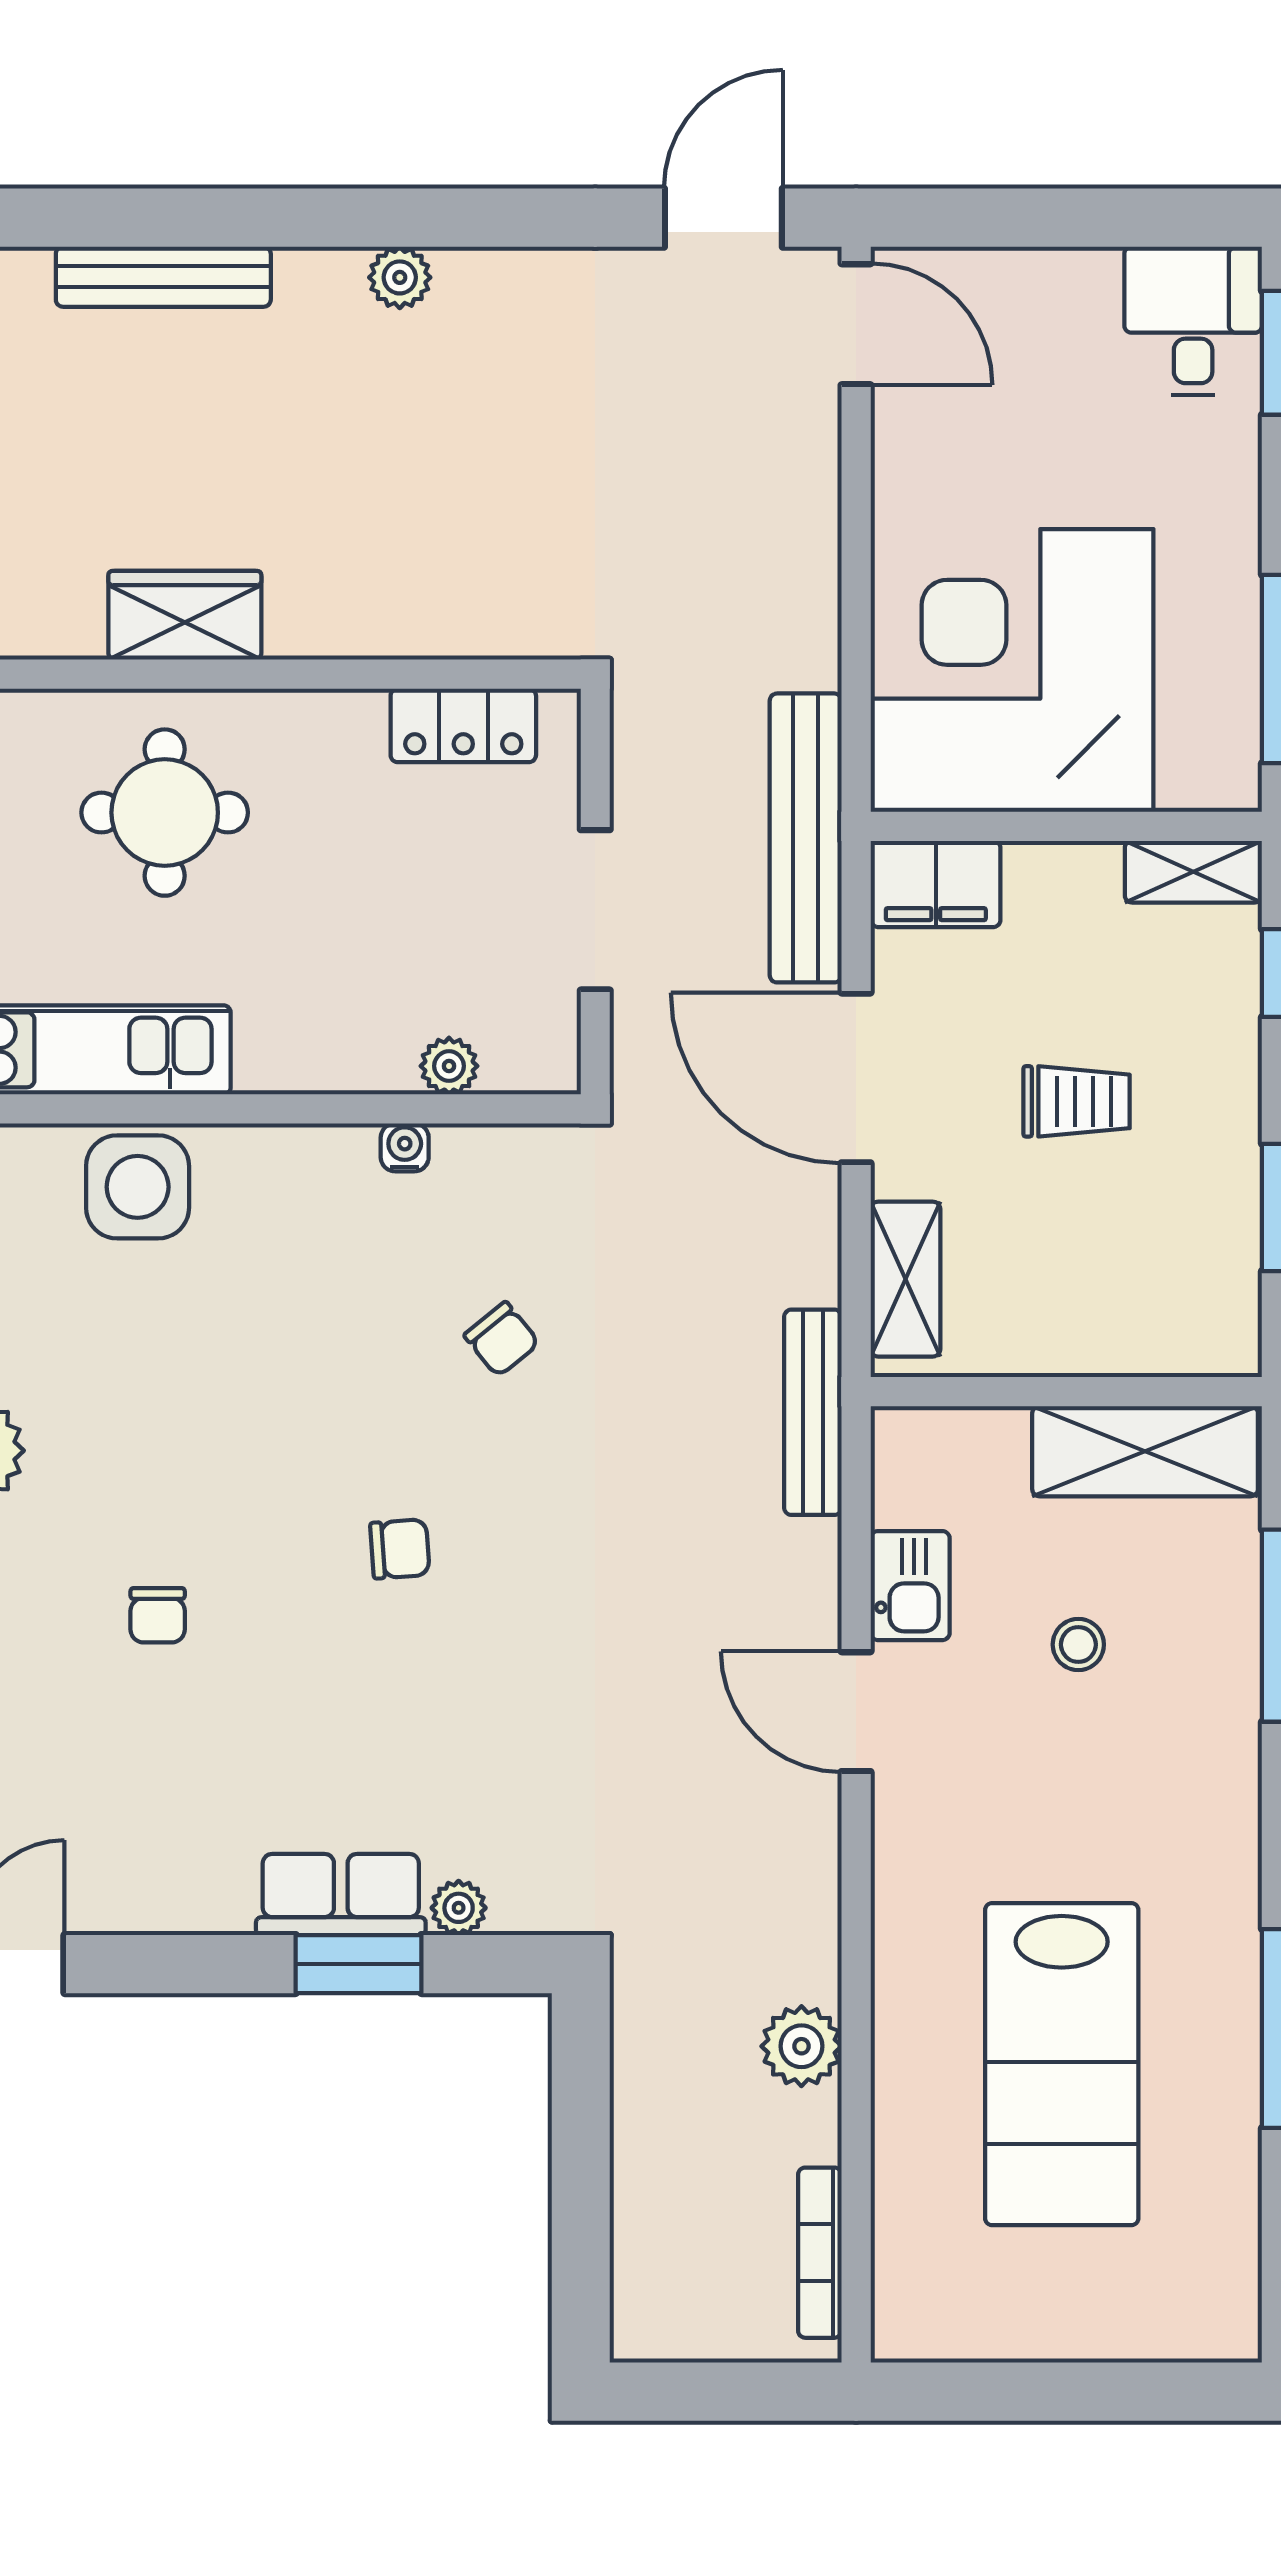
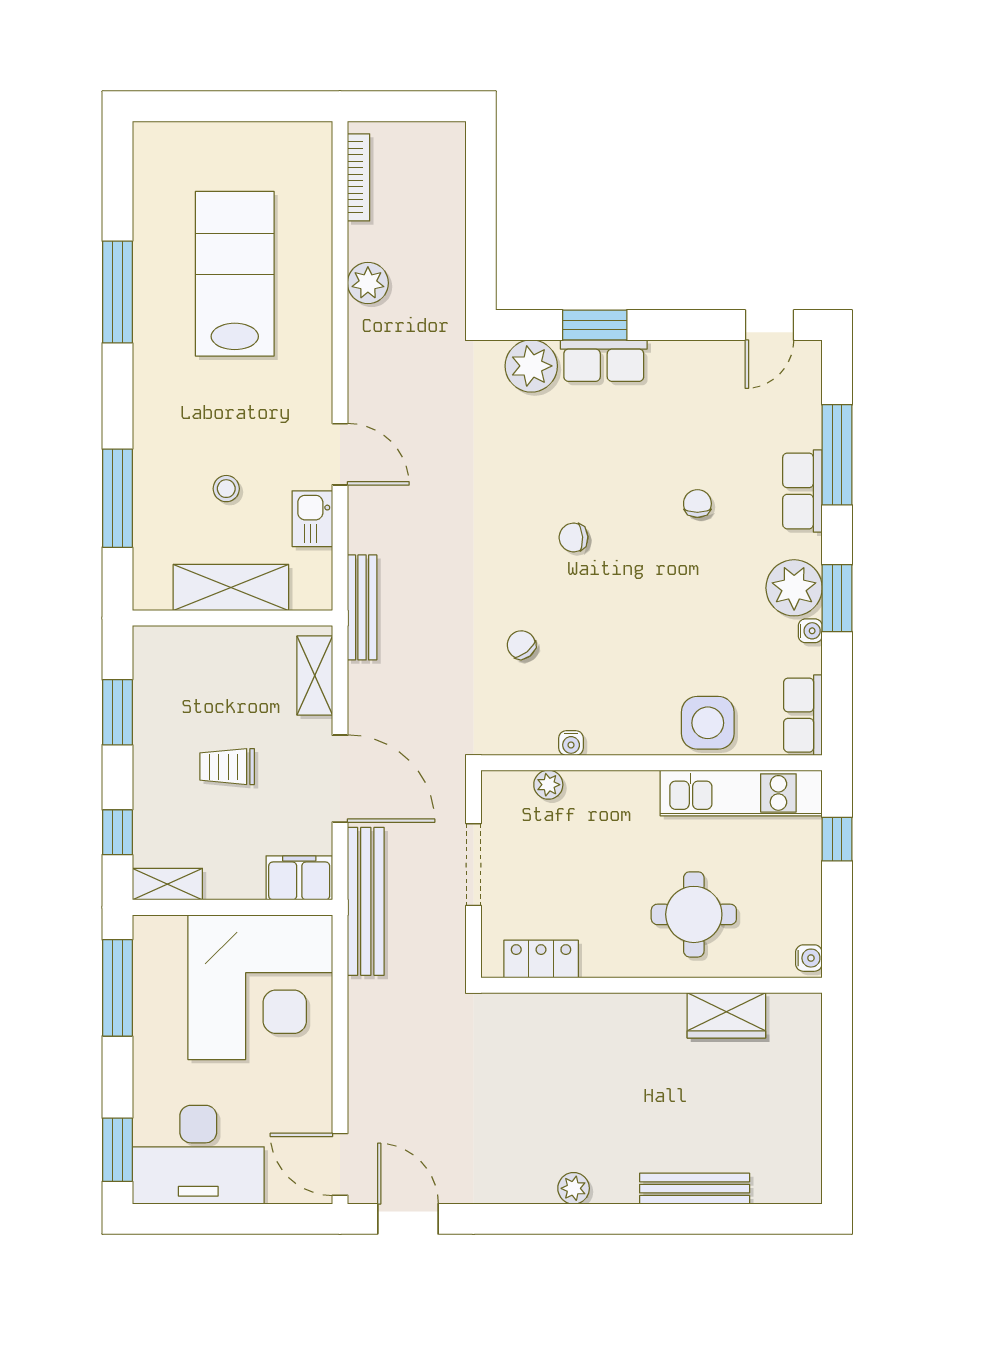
door: (723, 218) -> (408, 1219), swing flipped
desk: (1193, 321) -> (198, 1155), width x1.87, depth x1.30
wardrobe: (185, 615) -> (726, 1015), moved
shelving: (1145, 1451) -> (231, 588), moved
plant: (459, 1908) -> (531, 366), width x1.88, depth x1.88

